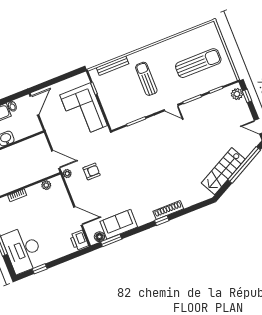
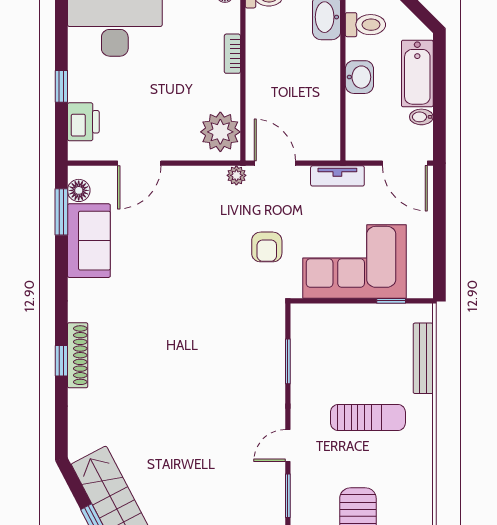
tv unit: (51, 131) -> (337, 176), added
door: (56, 160) -> (275, 163), swing flipped
armchair: (92, 171) -> (267, 247), moved
plant: (46, 185) -> (220, 132), width x1.88, depth x1.88
window: (162, 220) -> (61, 361), moved
printer: (79, 240) -> (83, 122), moved, turned 90
window: (40, 269) -> (61, 86), moved

